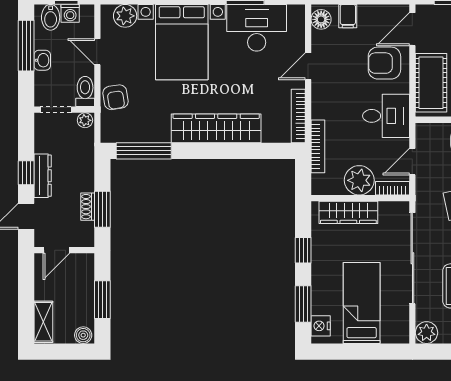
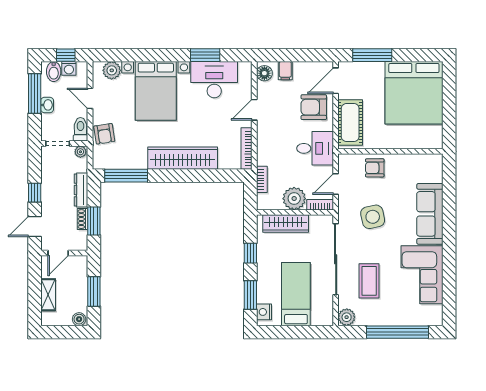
bookcase: (318, 146) -> (262, 179), width x0.64
dresser: (43, 176) -> (81, 190), moved, turned 180
shelving: (43, 322) -> (48, 295), moved

